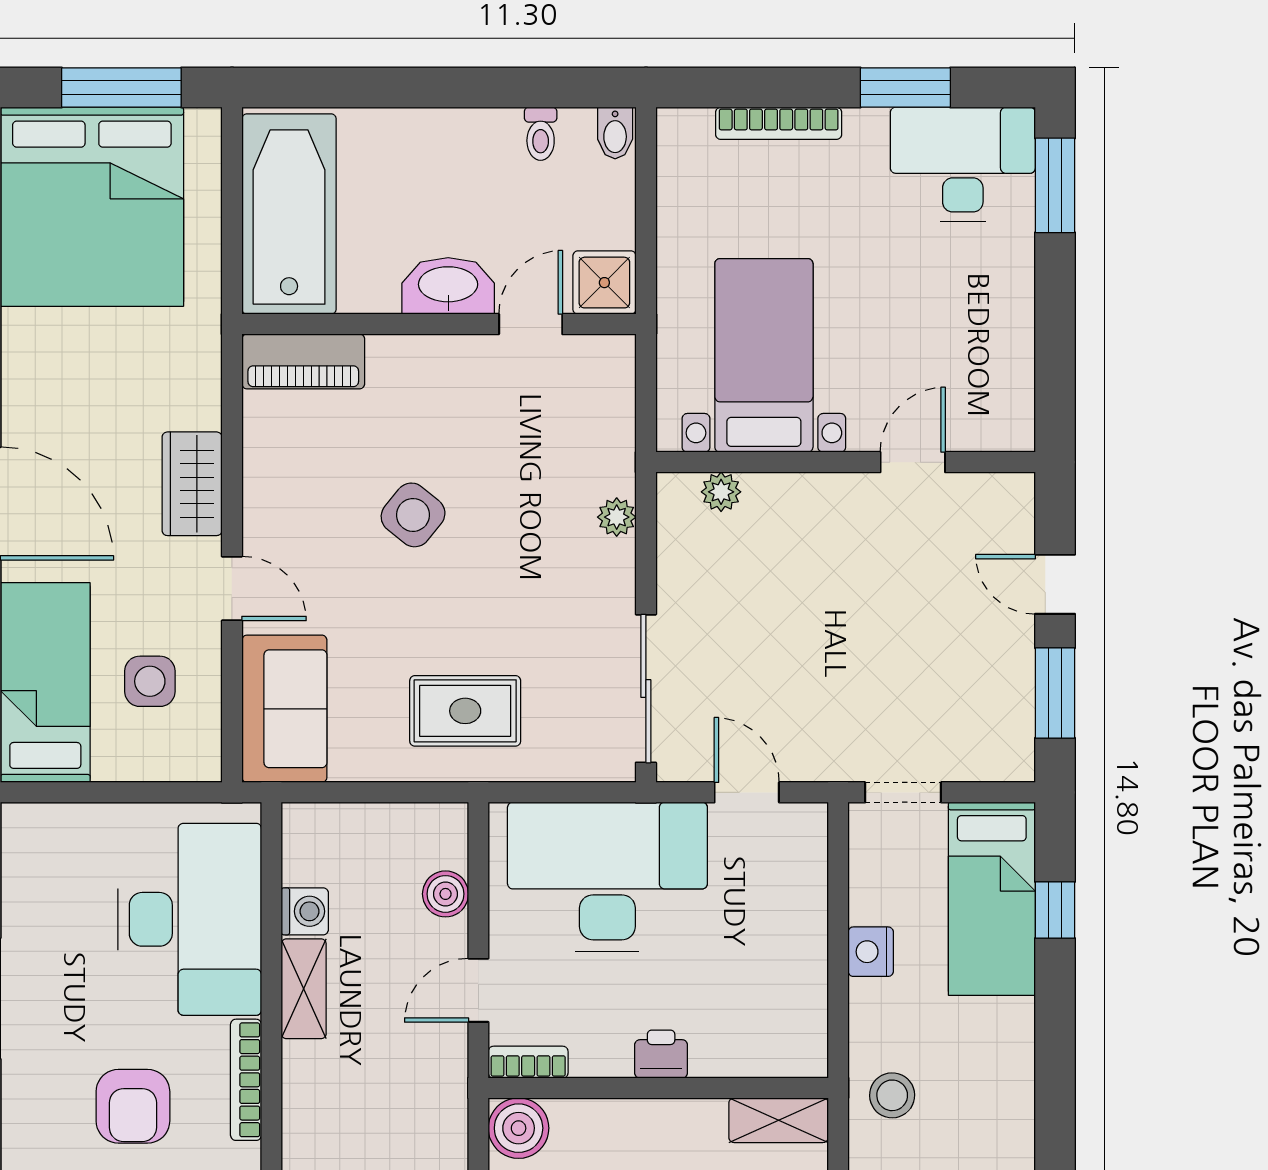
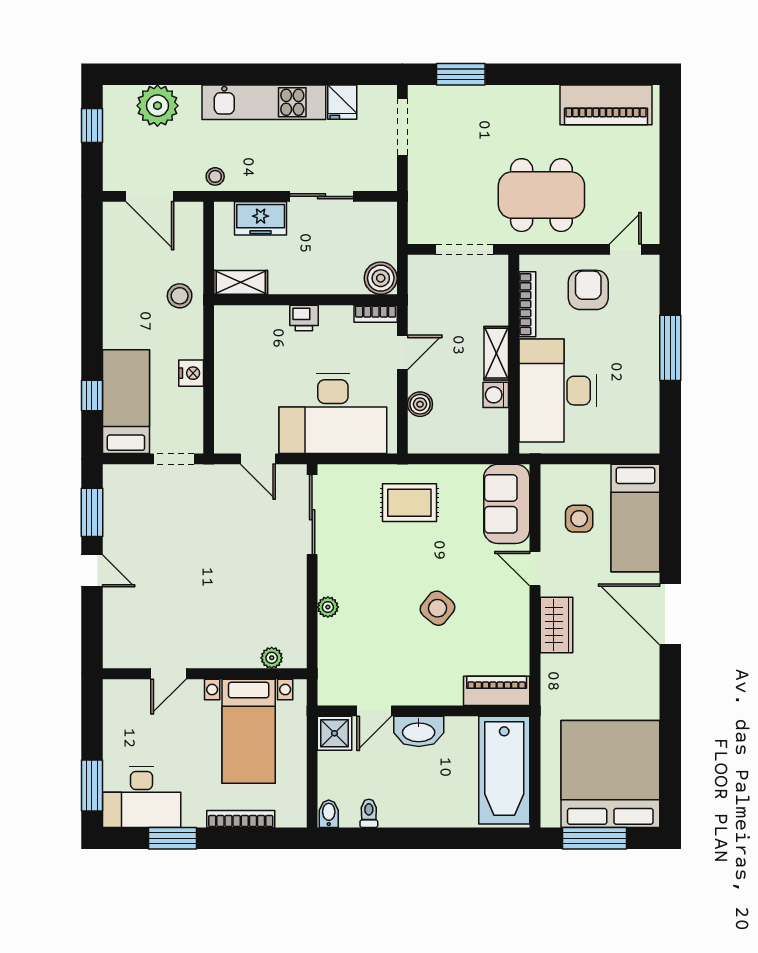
bed with nightstands: (764, 355) -> (249, 731), moved
wall: (846, 462) -> (205, 674), moved
door: (913, 462) -> (169, 674), moved
plant: (721, 492) -> (272, 658), moved

